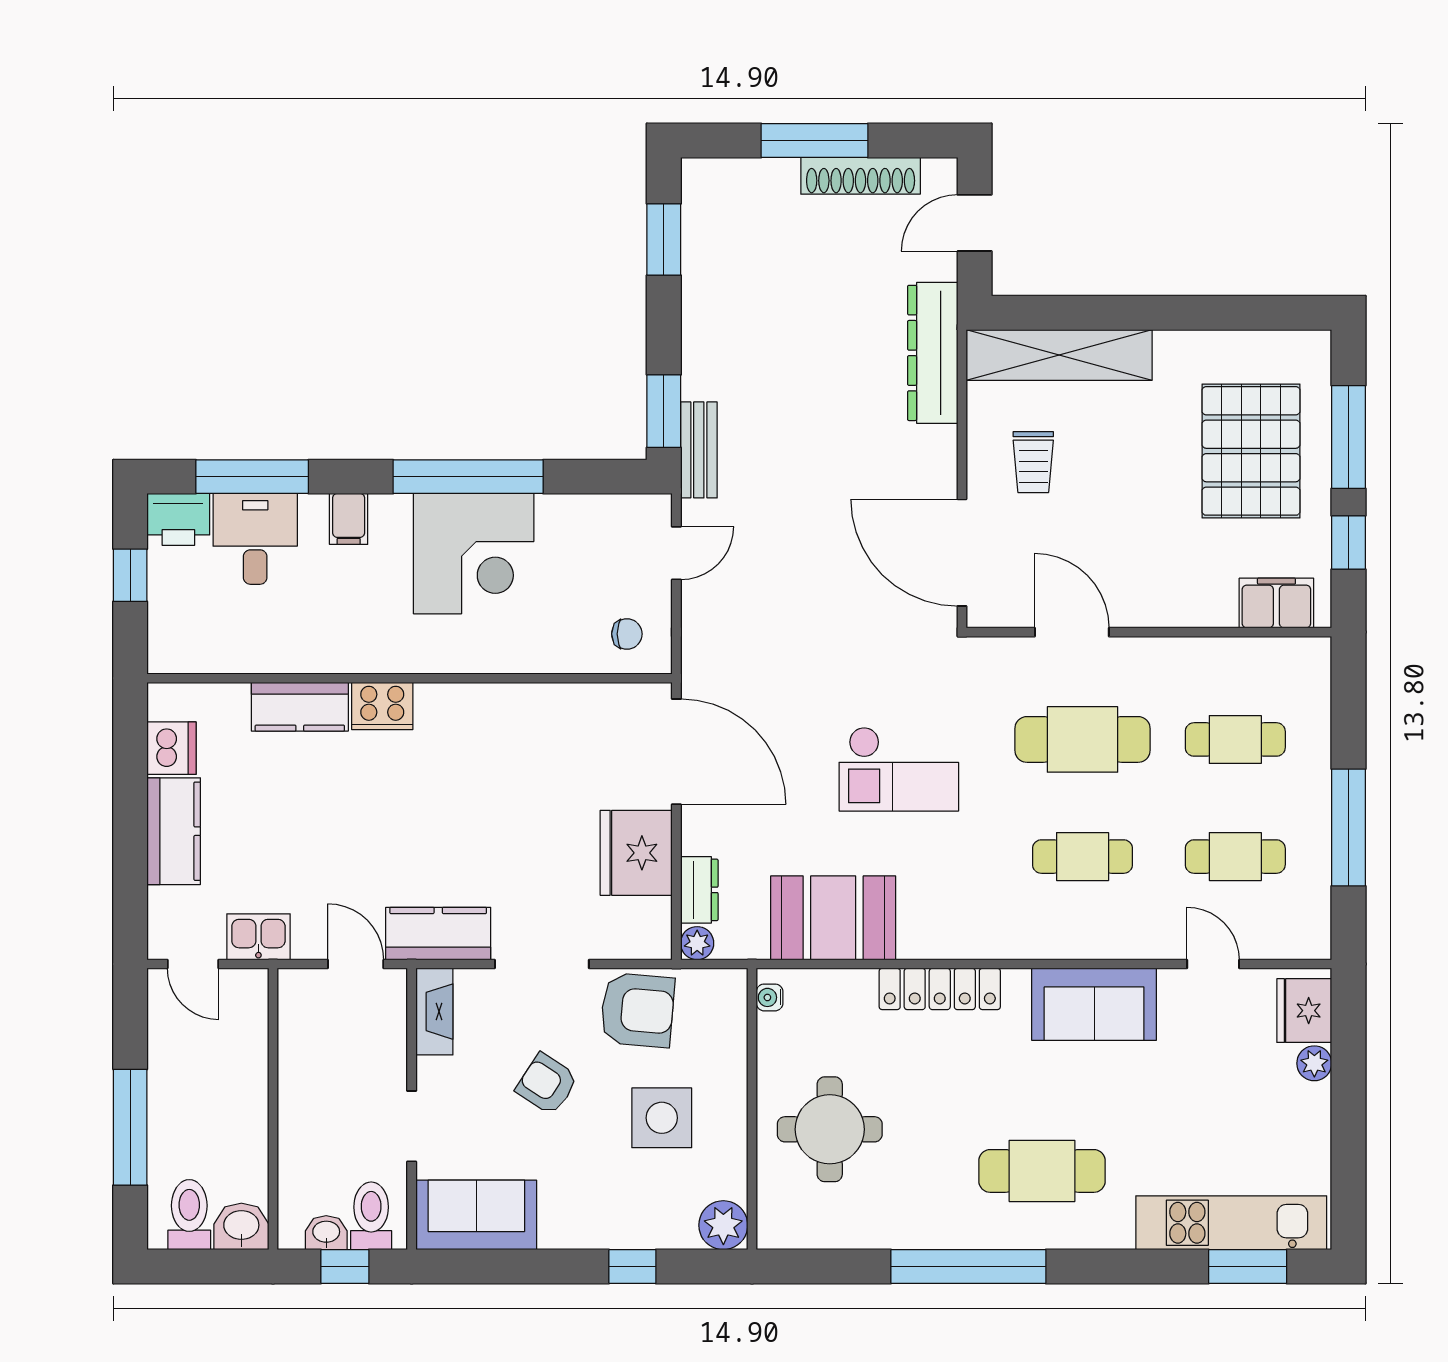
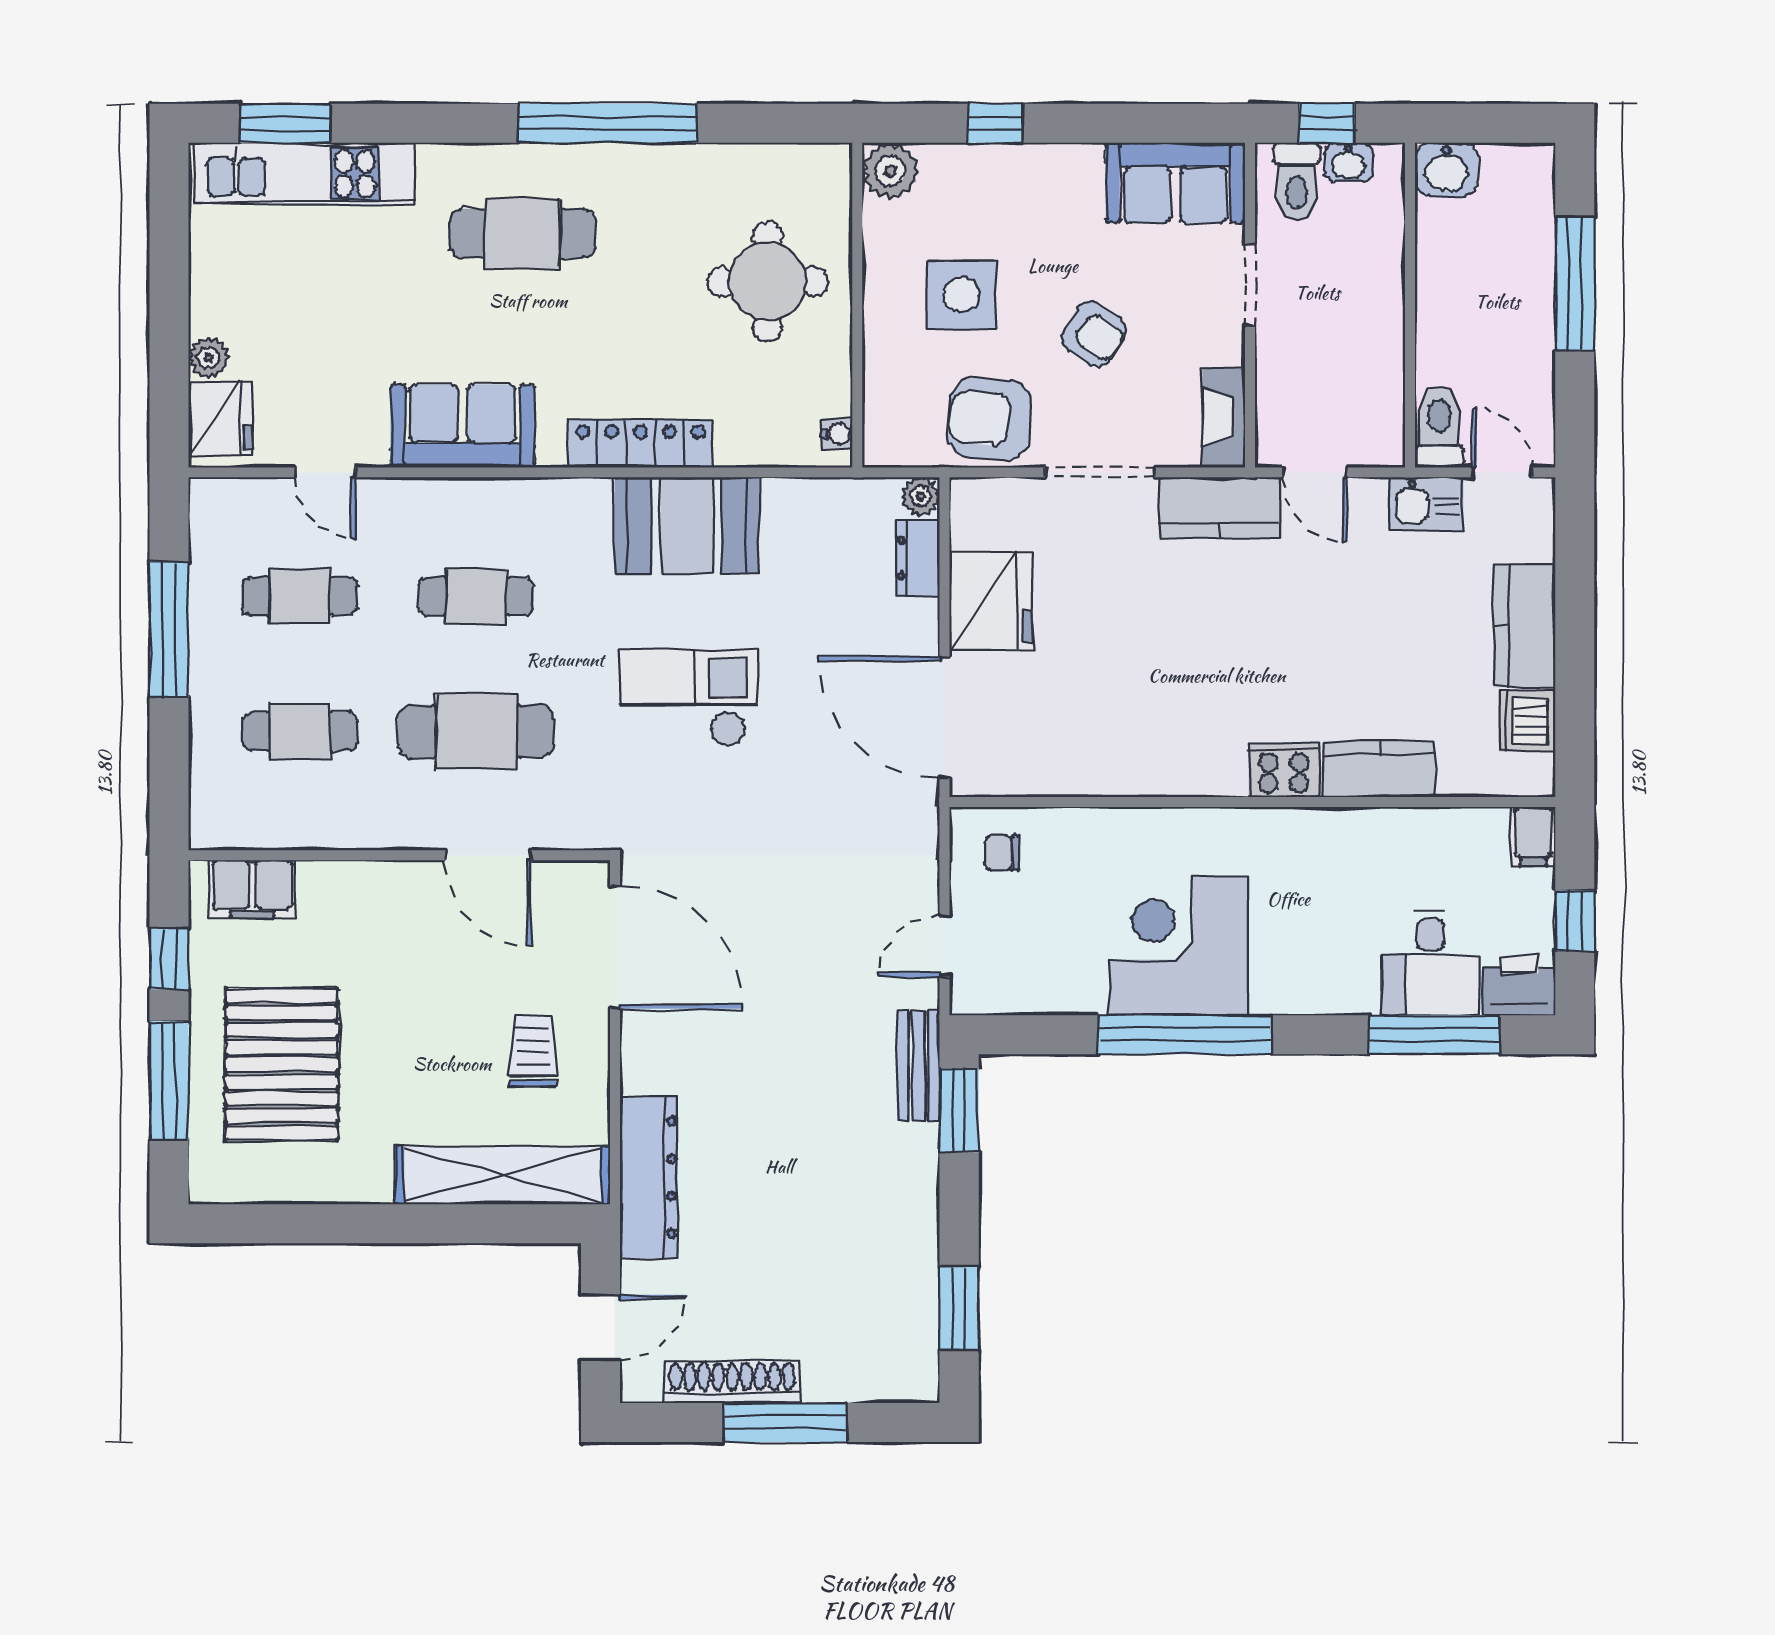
filing cabinet: (349, 519) -> (1533, 836), moved, turned 180
booth: (833, 918) -> (687, 526), moved
toilet: (189, 1215) -> (1439, 427), moved, turned 180

